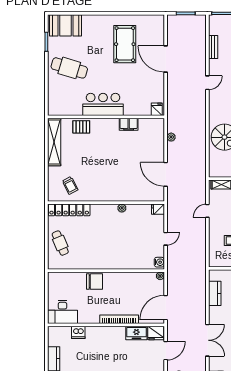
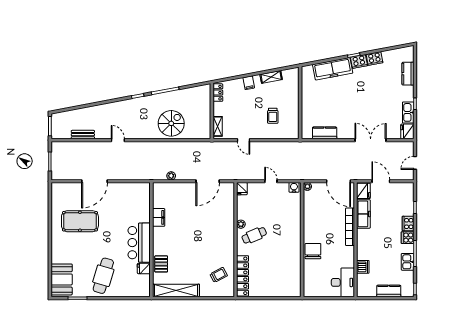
fridge: (157, 109) -> (144, 269), moved
cafe table: (60, 243) -> (254, 235), moved
freezer: (136, 333) -> (363, 214), width x1.40

